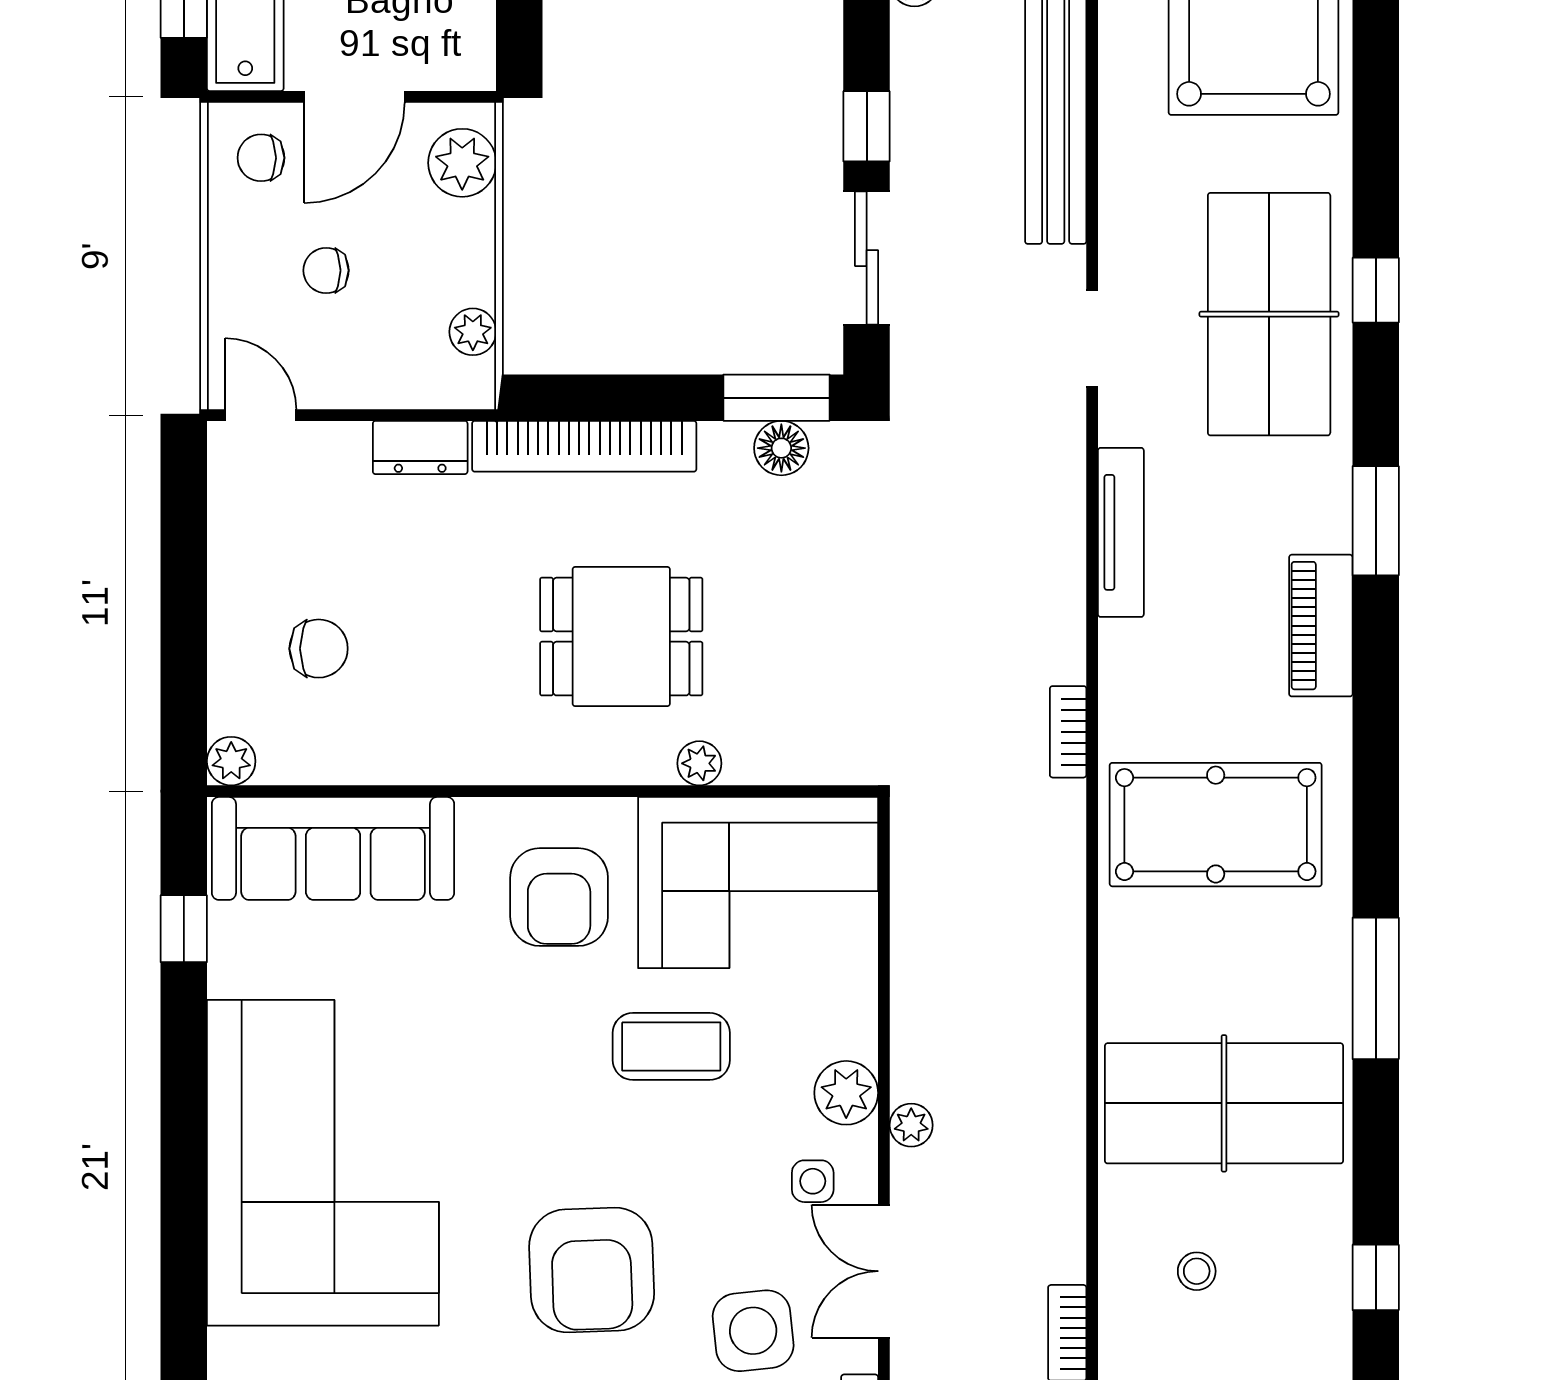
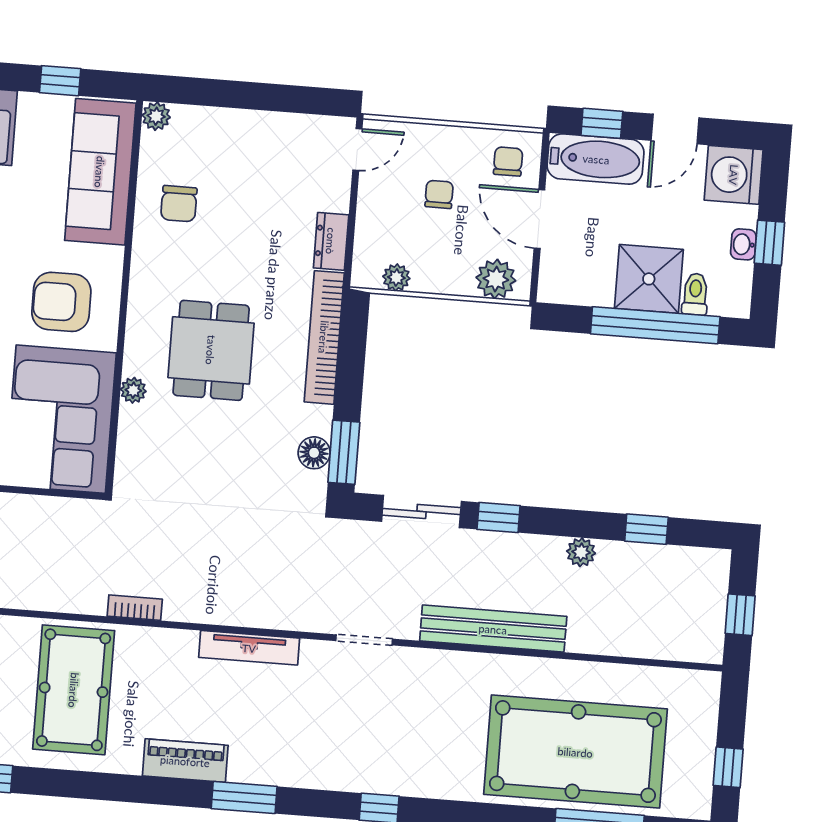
table tennis table: (1269, 314) -> (370, 745), removed
chair: (319, 649) -> (179, 204), moved

